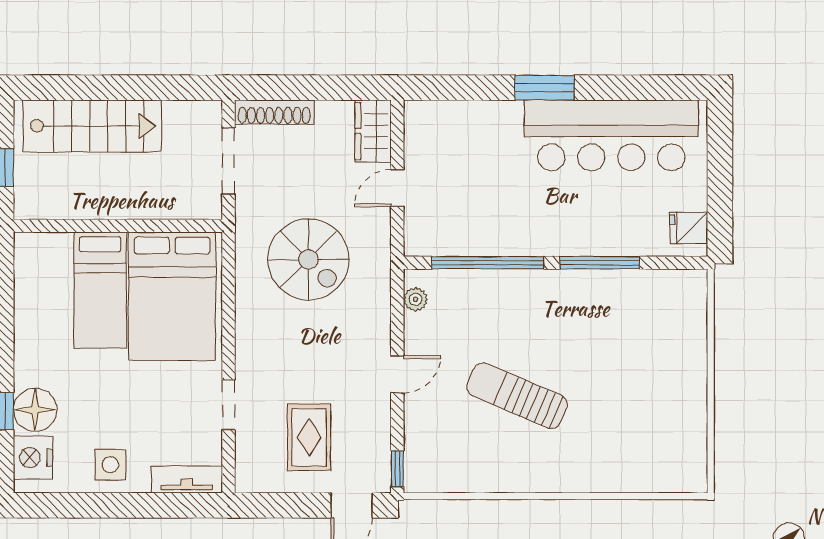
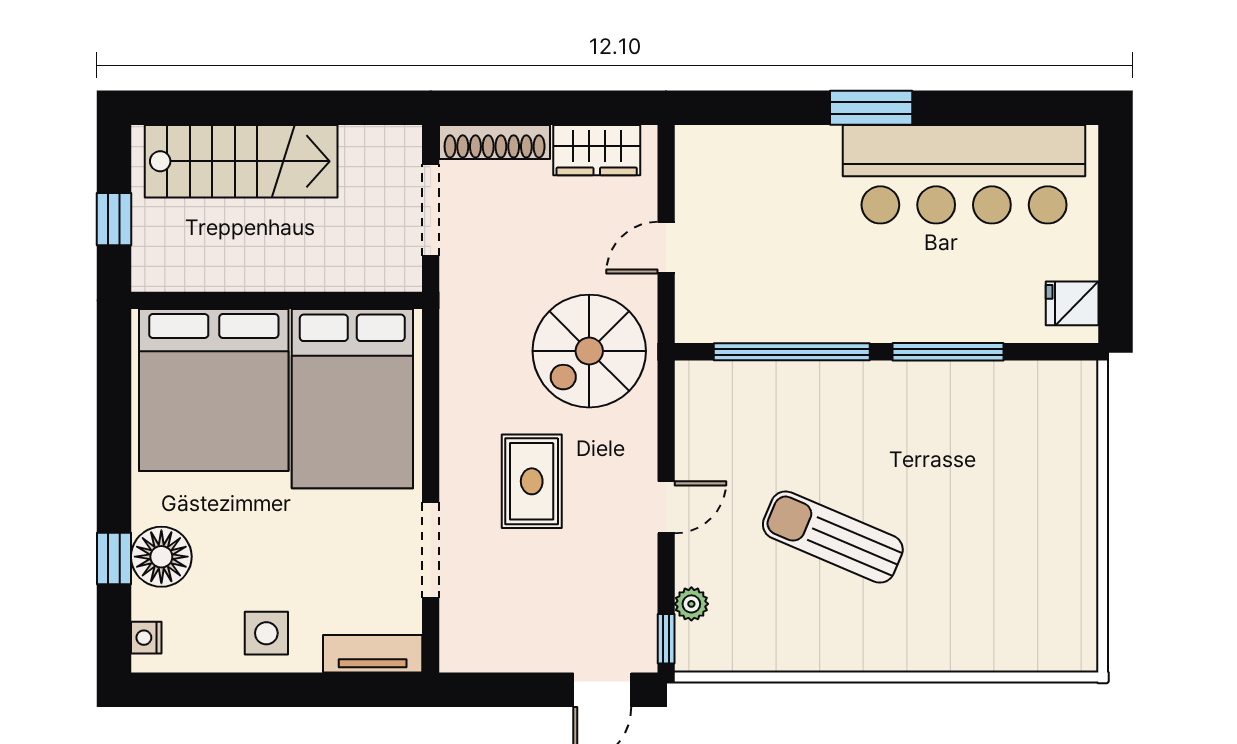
wardrobe: (373, 131) -> (597, 150), moved, turned -90
spiral stairs: (308, 259) -> (589, 351), moved, turned 90
bed: (100, 290) -> (214, 390), width x2.04
plant: (416, 299) -> (691, 604), moved
doorway: (228, 405) -> (431, 550), width x1.38
rug: (309, 437) -> (532, 481), moved
nightstand: (33, 458) -> (146, 638), width x0.53, depth x0.56

